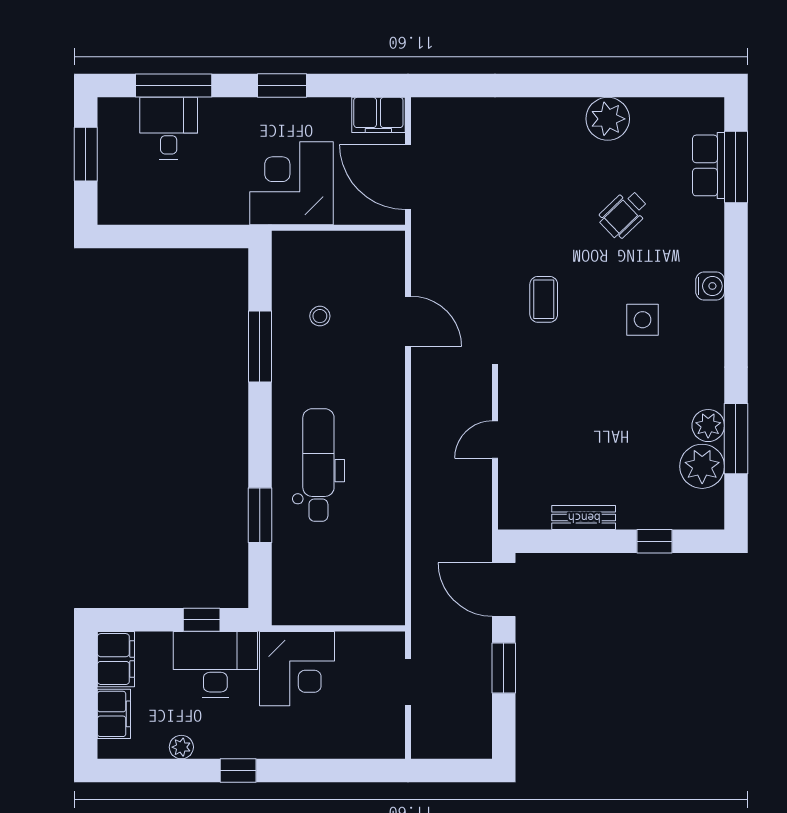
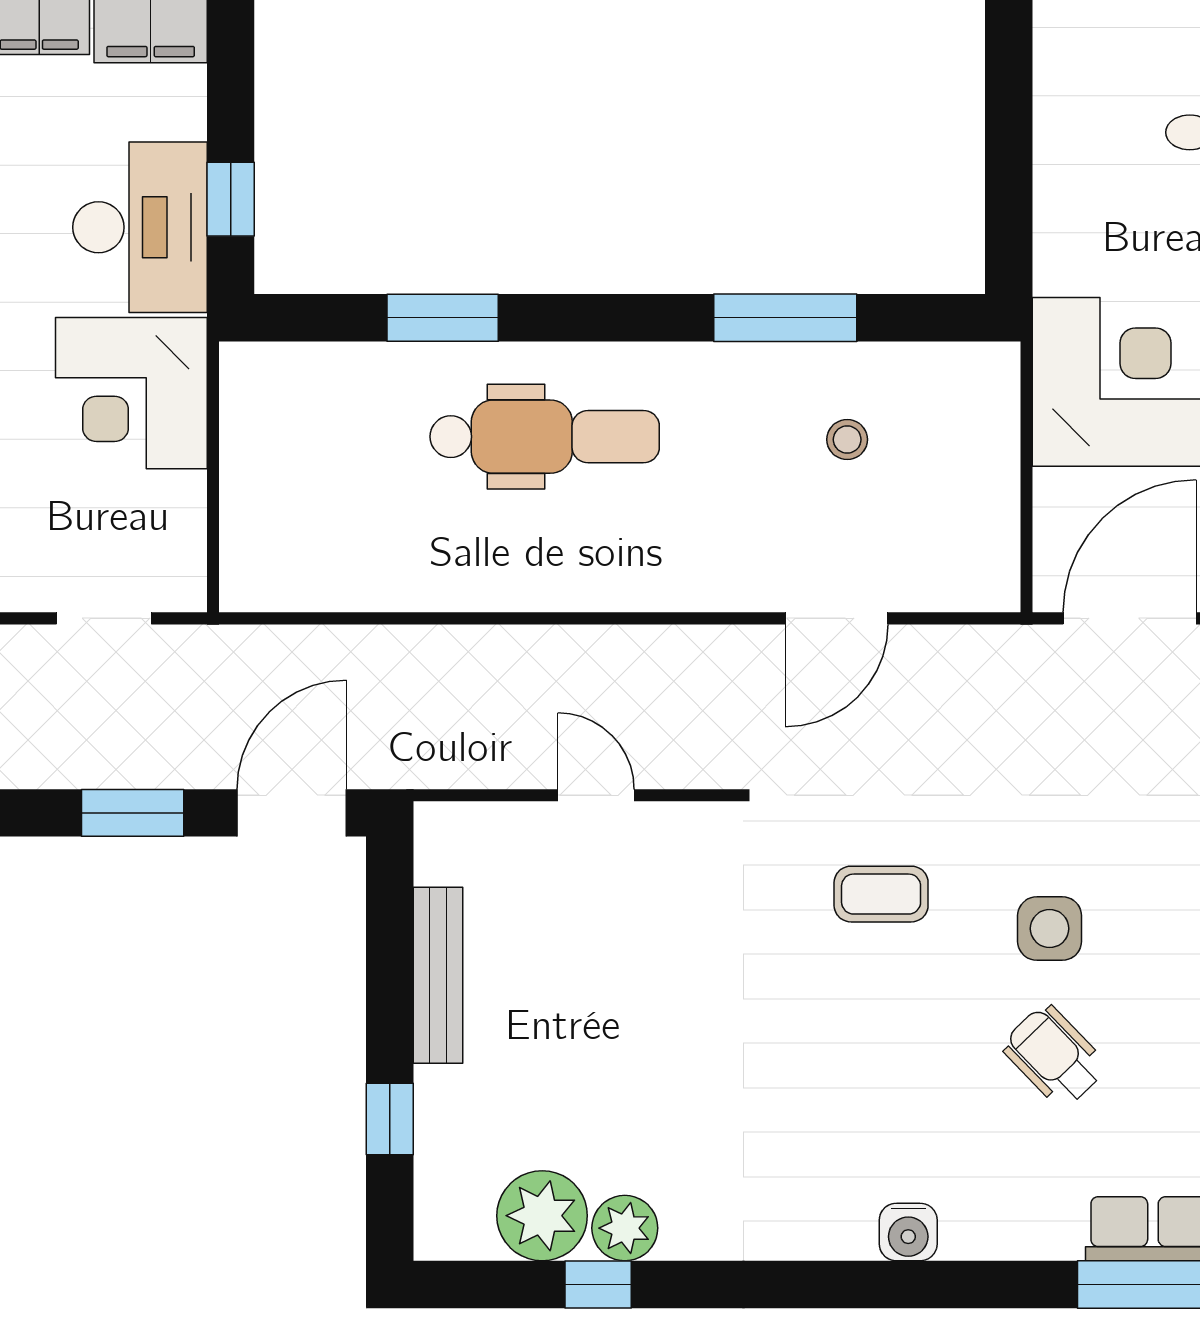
side table: (643, 320) -> (1050, 929), moved
window: (736, 439) -> (598, 1284), width x0.46
bench: (584, 518) -> (438, 975), width x1.36

